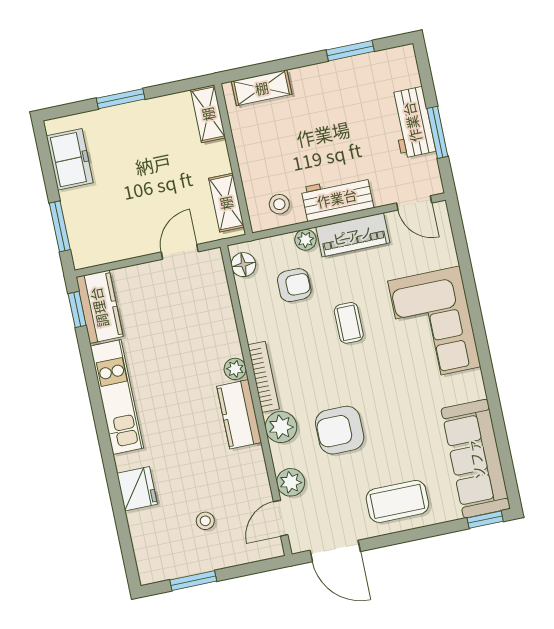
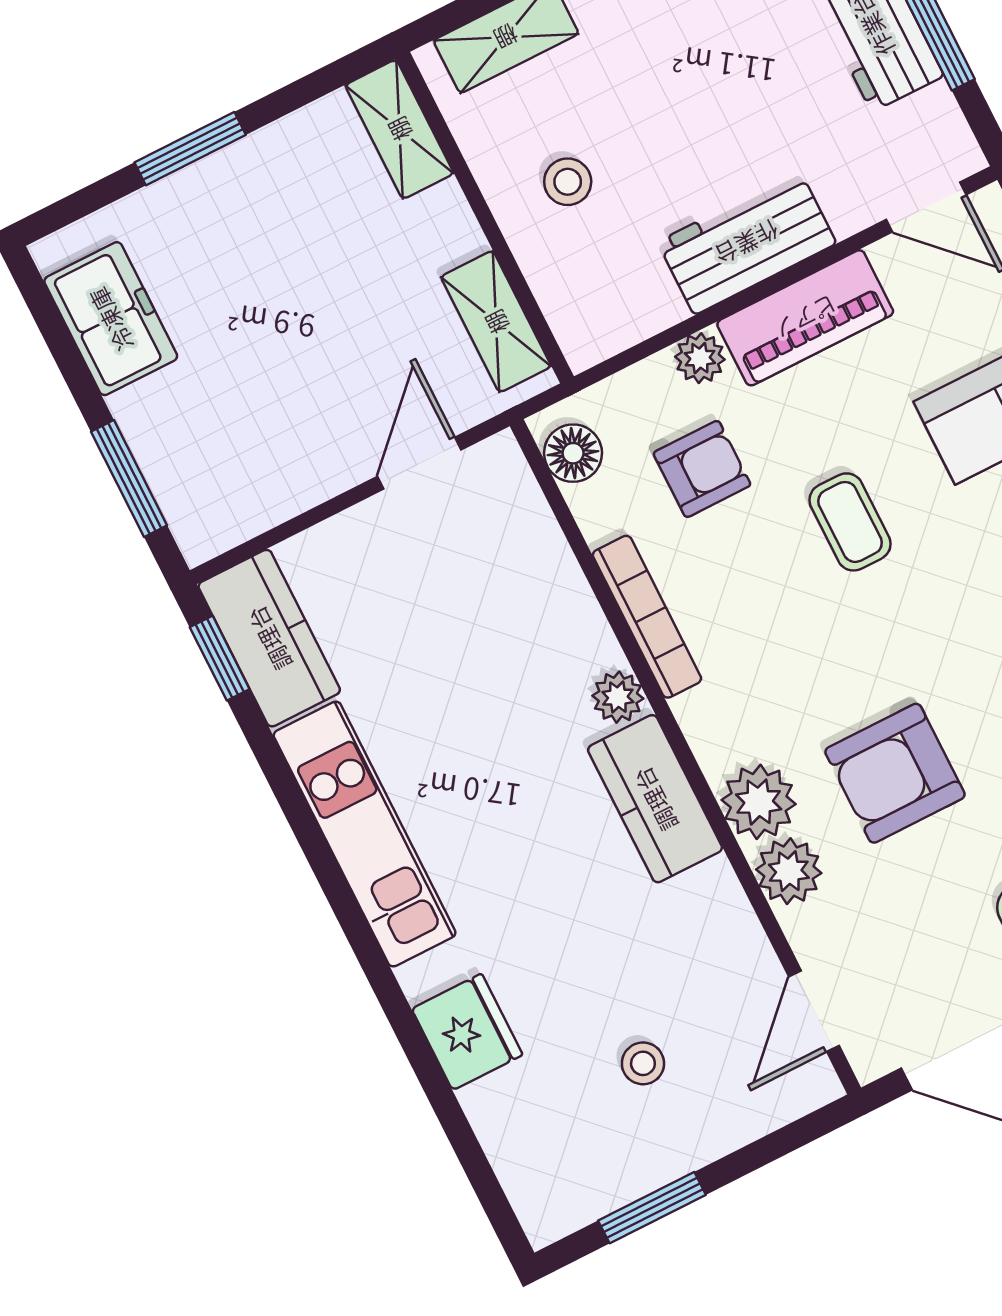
stool: (279, 204) -> (568, 182), moved
bookcase: (264, 377) -> (647, 617), moved
plant: (291, 482) -> (789, 871), moved

